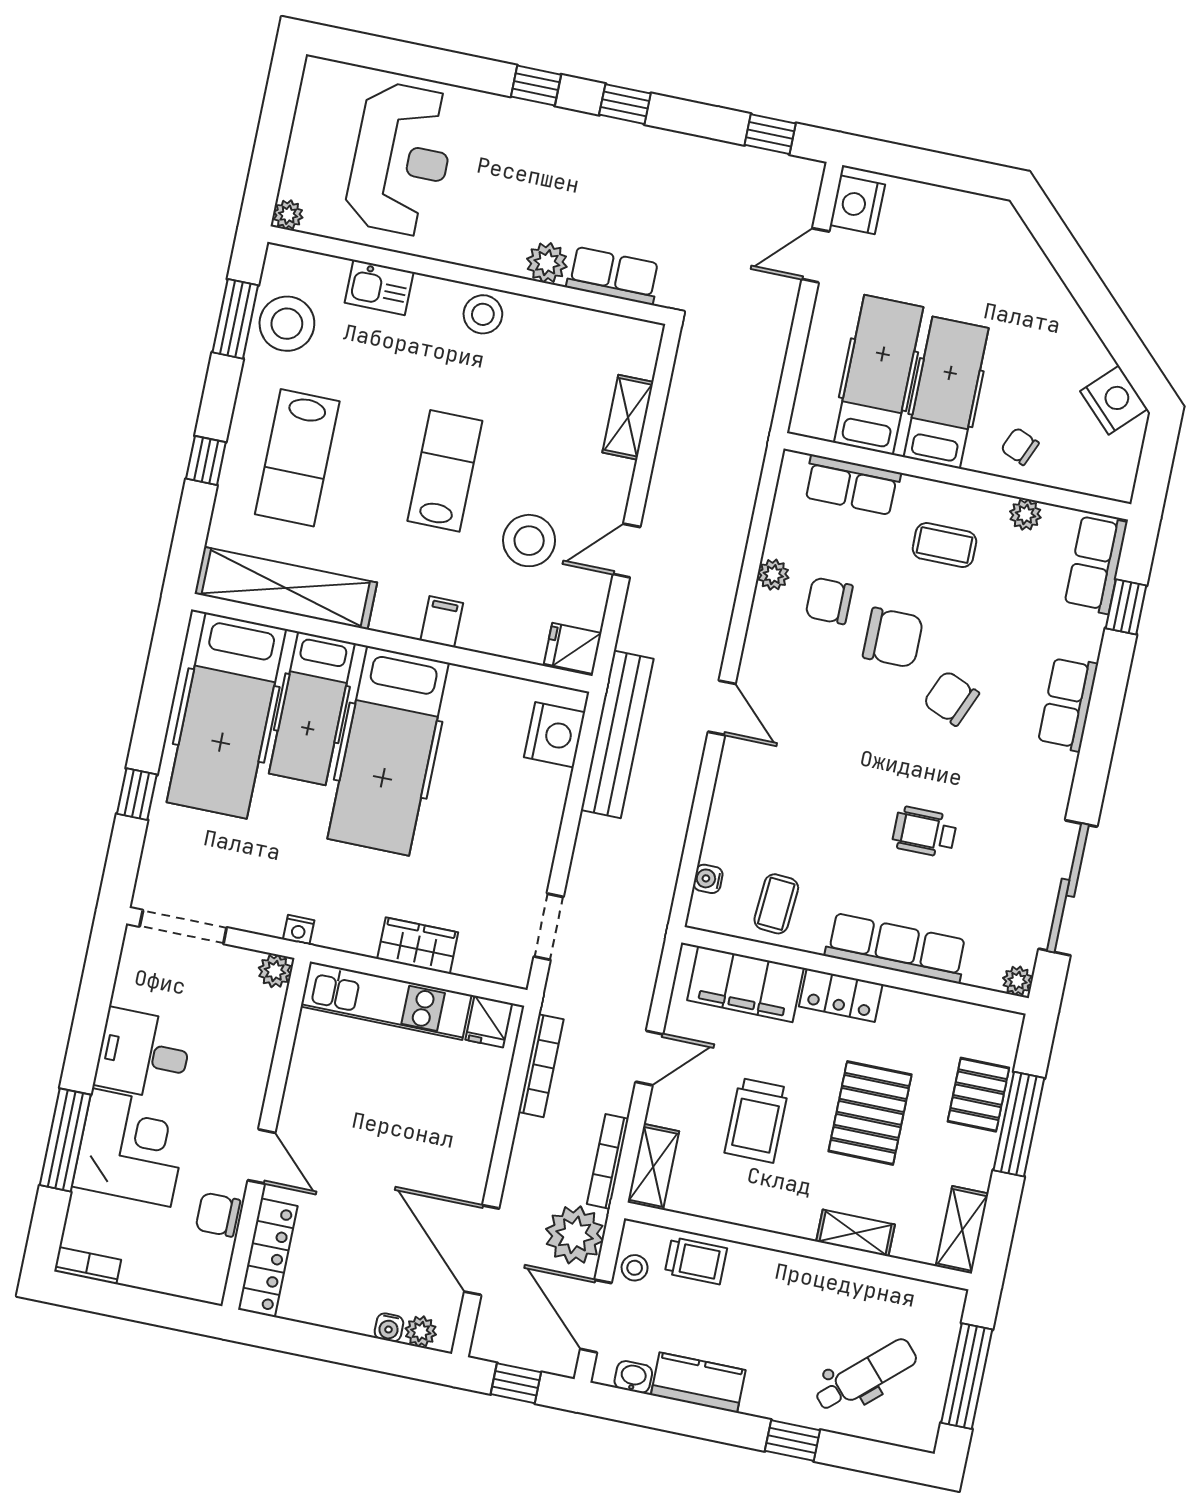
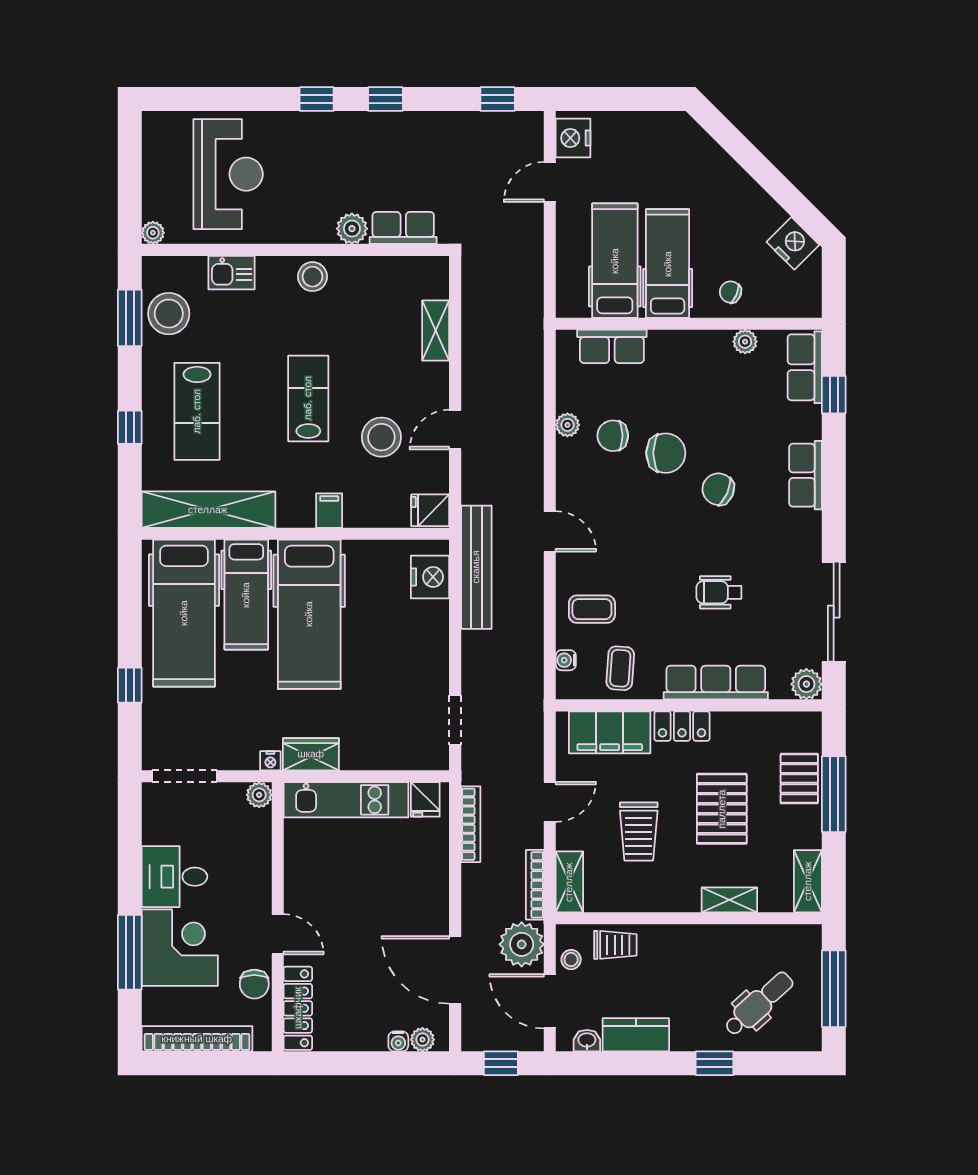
coffee table: (944, 545) -> (592, 609), moved
wardrobe: (418, 946) -> (311, 754), moved
plant: (1017, 981) -> (806, 684), width x1.38, depth x1.38
chair: (218, 1215) -> (254, 984), turned -90
bookcase: (88, 1266) -> (197, 1039), width x2.31, depth x1.31

